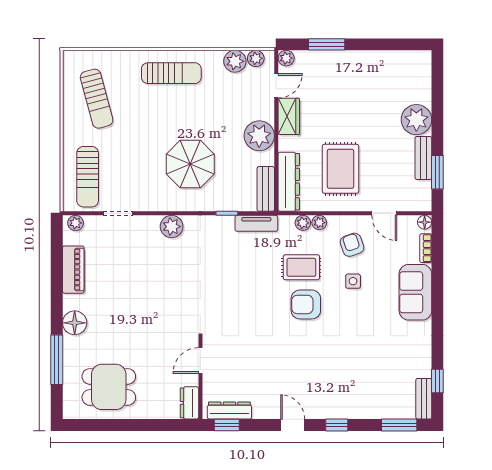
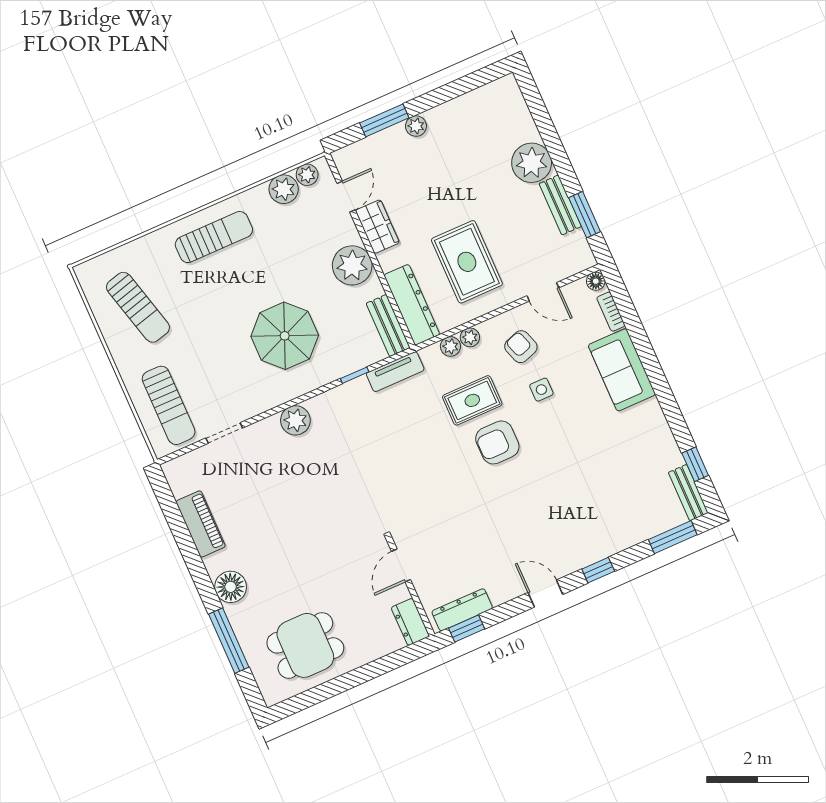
plant: (286, 58) -> (416, 126), moved
plant: (76, 223) -> (179, 467), removed

